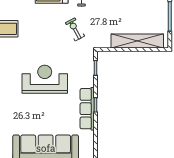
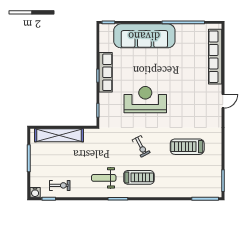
exercise bike: (75, 29) -> (141, 146), moved
reception desk: (45, 79) -> (145, 100), turned 180

